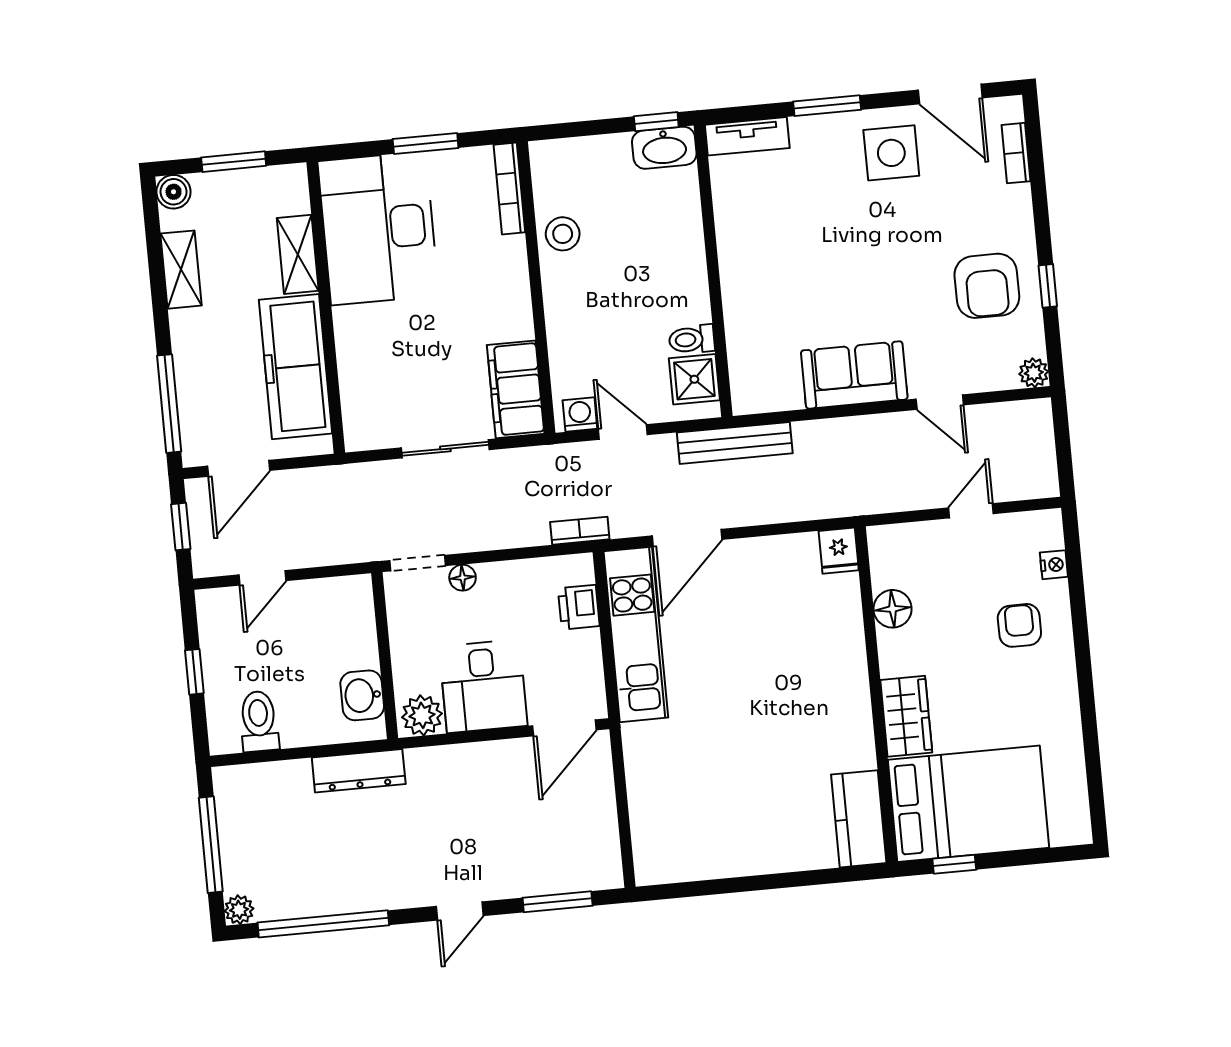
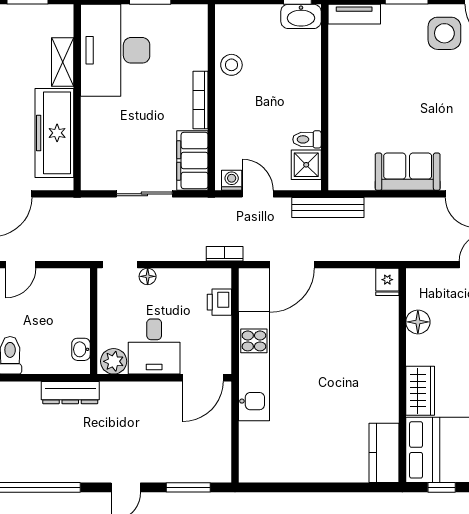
bookcase: (509, 188) -> (200, 100), moved
kitchen unit: (636, 634) -> (254, 366), moved
washbasin: (362, 695) -> (81, 349), width x0.72, depth x0.69

